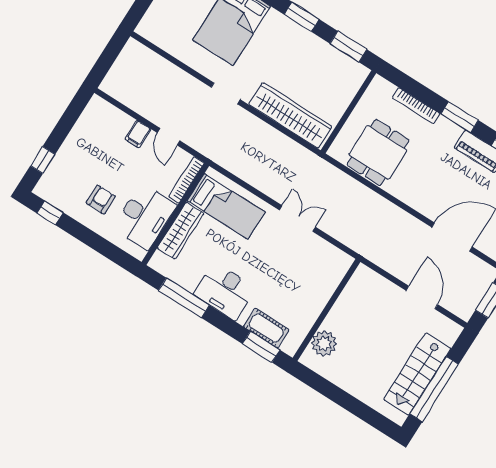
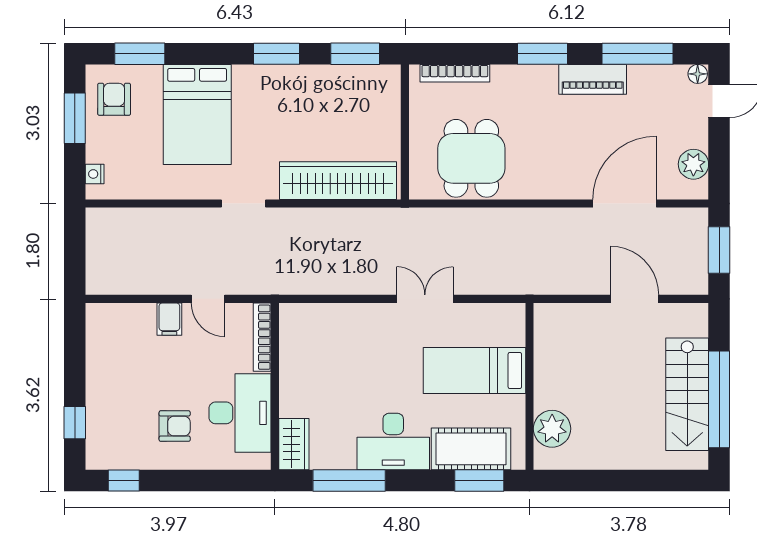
nightstand: (148, 20) -> (95, 174), added
bookcase: (416, 106) -> (455, 73), moved
armchair: (101, 200) -> (175, 426), turned 90
bed: (226, 206) -> (474, 371), moved, turned 180
wardrobe: (180, 231) -> (294, 444), moved, width x0.67
cot: (266, 328) -> (471, 449), width x1.37, depth x1.34

